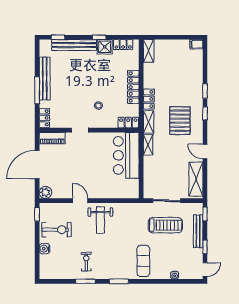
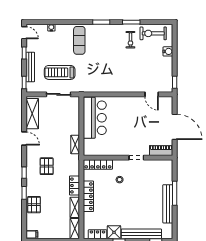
pallet: (194, 78) -> (34, 205), added
locker: (44, 118) -> (168, 169), removed
pallet: (180, 121) -> (47, 166), width x0.67, depth x0.71
shelving: (149, 122) -> (75, 207), moved
locker: (128, 123) -> (98, 164), width x1.53
bar counter: (126, 155) -> (95, 118), moved
door: (37, 165) -> (175, 127), hinge flipped
plant: (45, 192) -> (167, 102), removed
door: (80, 201) -> (152, 94), moved
weight bench: (100, 220) -> (118, 77), removed
exercise bike: (56, 230) -> (153, 33), moved
door: (205, 270) -> (24, 33), swing flipped

